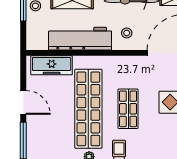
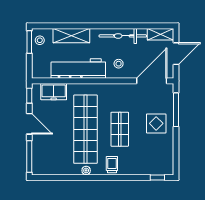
freezer: (52, 65) -> (54, 92), width x0.71
window: (23, 70) -> (29, 96), added

